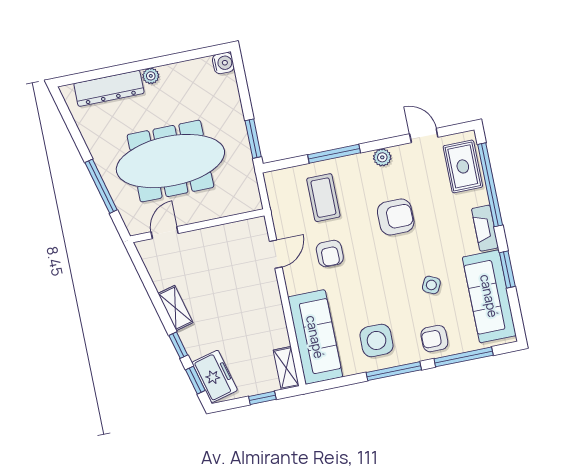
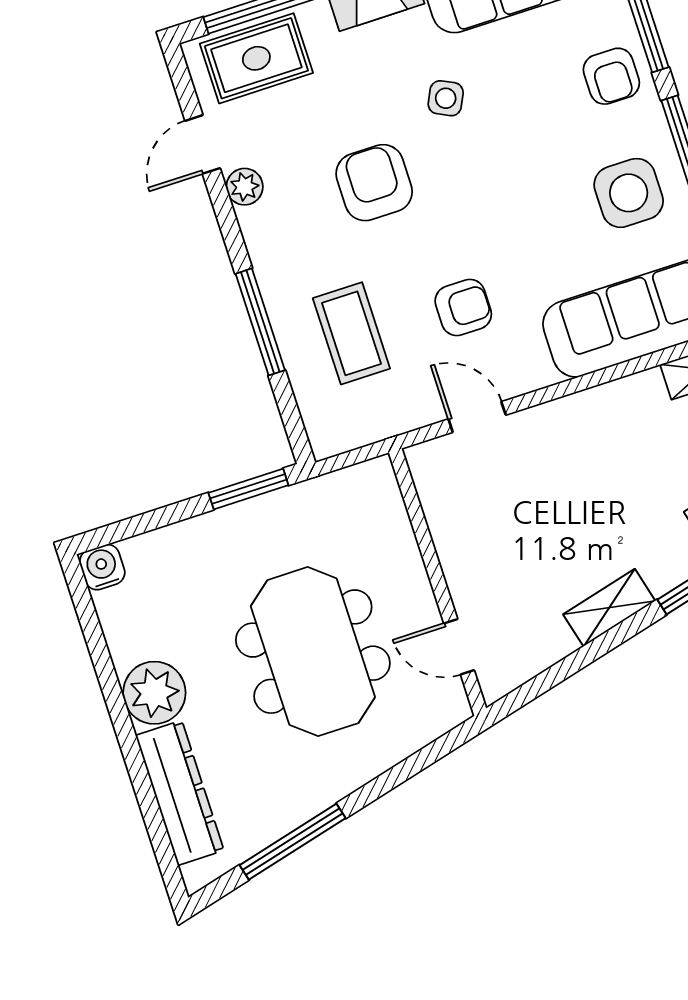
plant: (151, 76) -> (154, 693), width x1.88, depth x1.88
plant: (382, 157) -> (245, 187), moved
meeting table: (170, 161) -> (313, 652), width x0.73
window: (101, 186) -> (293, 842), moved
coffee table: (323, 198) -> (351, 333), turned 90
side table: (431, 285) -> (446, 98), moved

